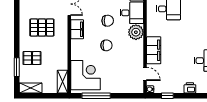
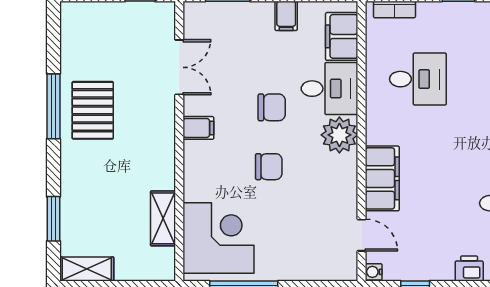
window: (17, 20) -> (53, 106), added
pallet: (42, 28) -> (93, 110), moved, turned 90
filing cabinet: (77, 29) -> (198, 128), width x0.50
pallet: (32, 58) -> (90, 197), removed
shelving: (62, 82) -> (163, 218), moved

